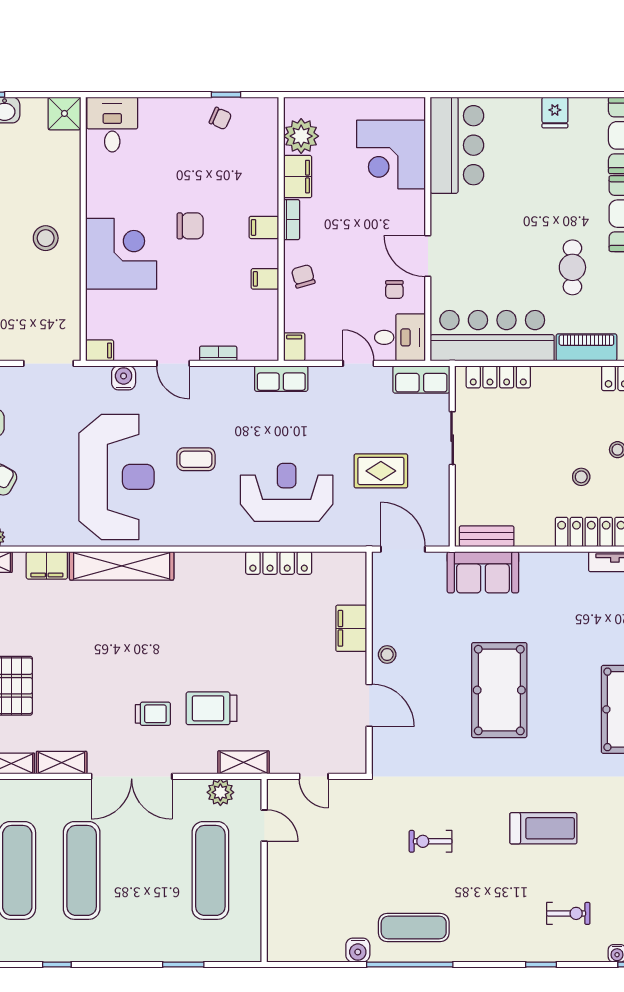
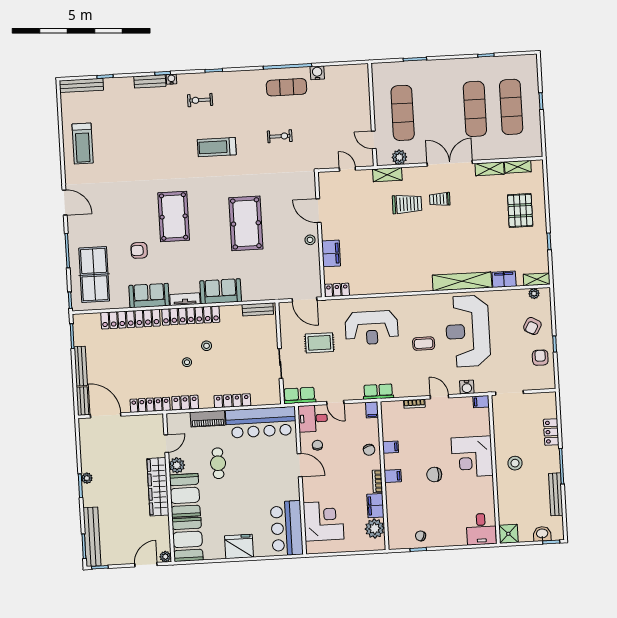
fridge: (555, 112) -> (239, 546), width x1.88, depth x1.34
locker: (498, 377) -> (232, 401), moved
locker: (279, 563) -> (337, 290), moved, width x0.66
sofa: (483, 572) -> (221, 291), moved

